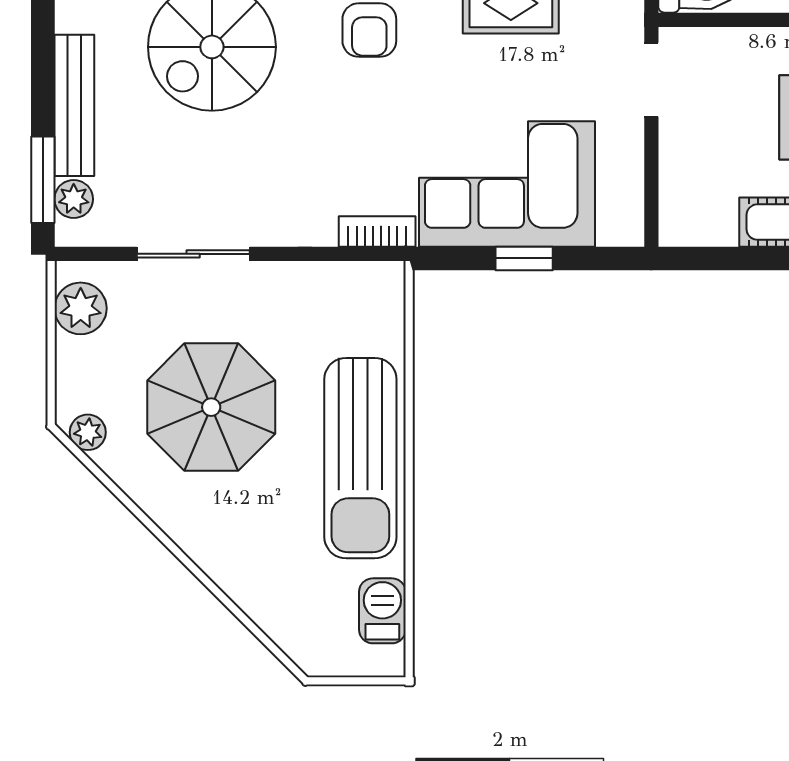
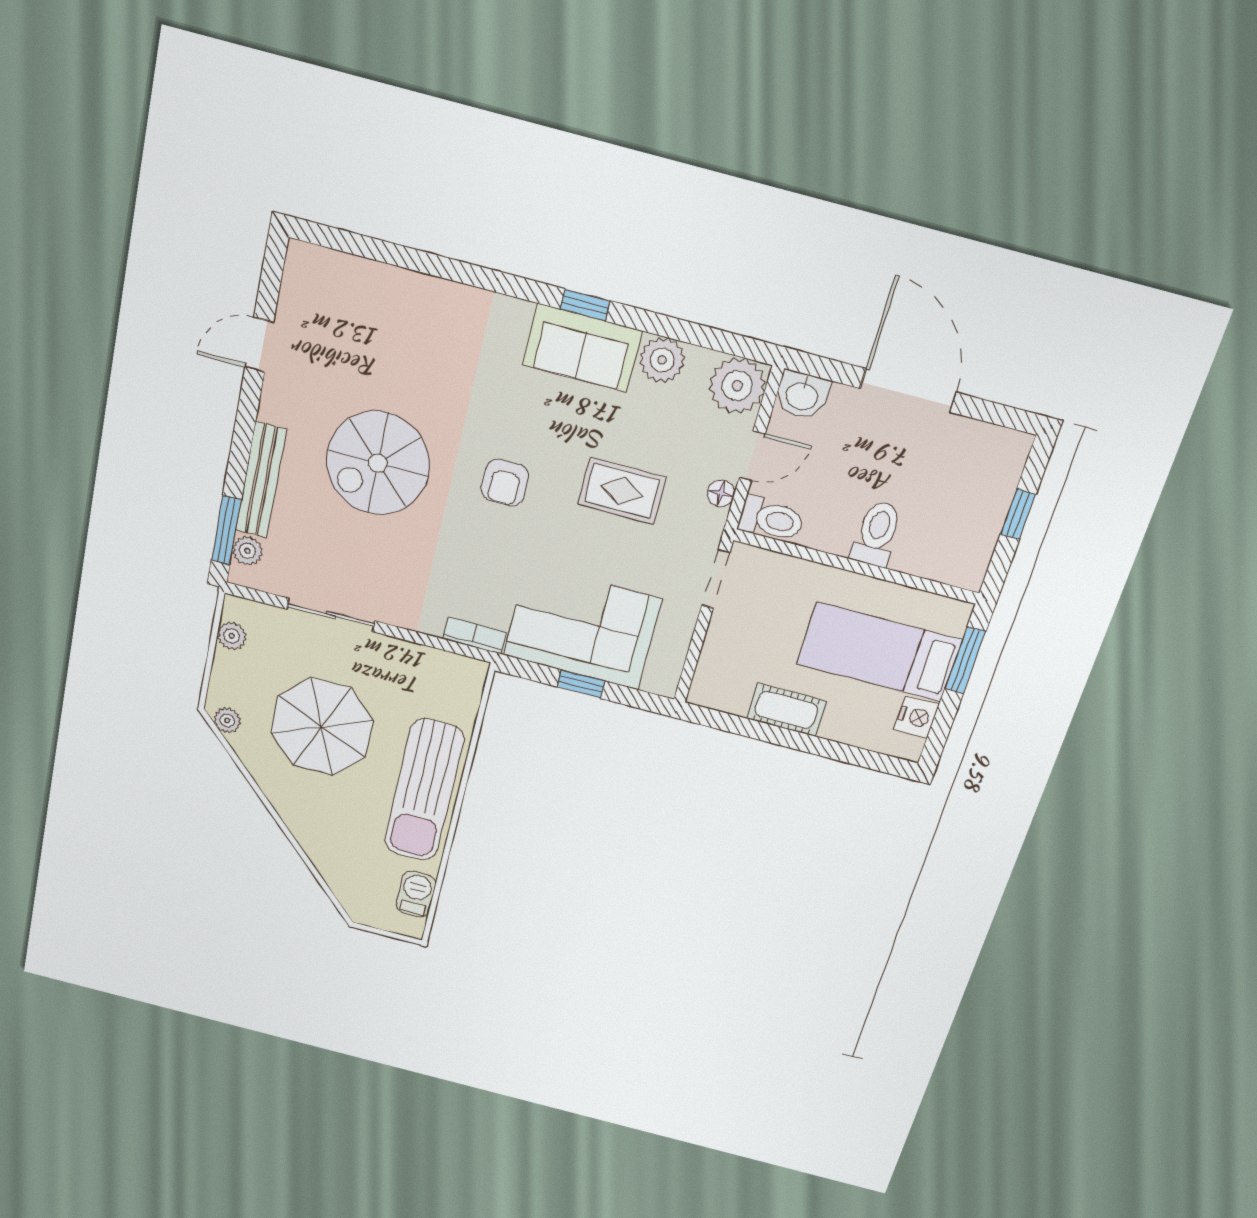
plant: (81, 308) -> (232, 636), width x0.73, depth x0.73

